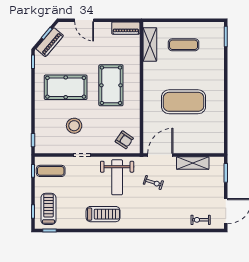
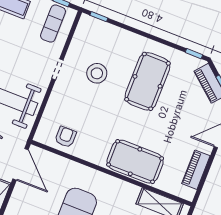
piano: (126, 28) -> (196, 170), moved
pool table: (111, 85) -> (135, 162), moved
armchair: (124, 140) -> (66, 137), moved, turned 146

